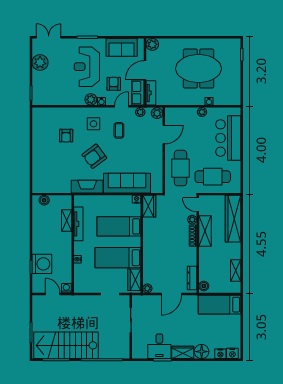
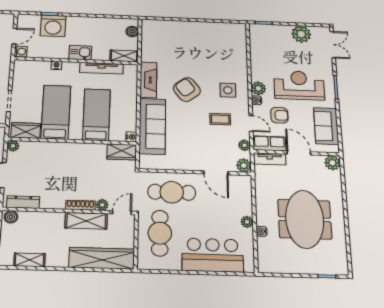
armchair: (66, 136) -> (212, 59), removed
shelving: (67, 220) -> (124, 56), moved
kitchen sink: (65, 241) -> (80, 53), added

